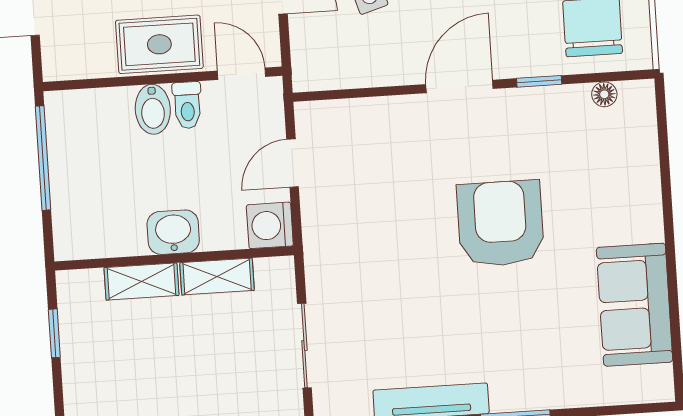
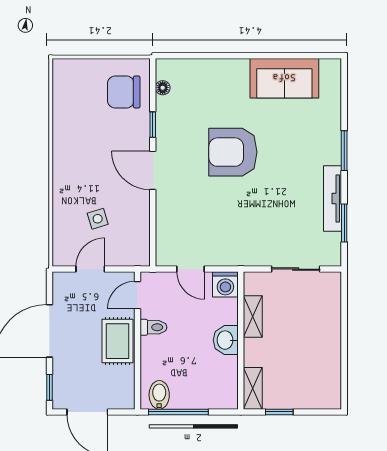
bidet: (153, 109) -> (159, 395), moved, turned -90
shelving: (141, 281) -> (253, 388), moved

